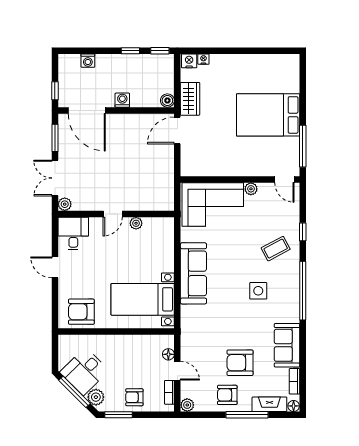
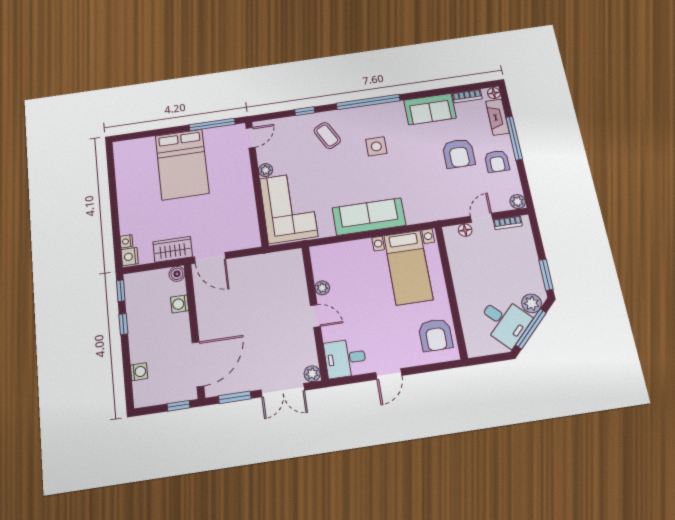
washing machine: (122, 100) -> (180, 304), moved
armchair: (134, 397) -> (522, 260), removed

